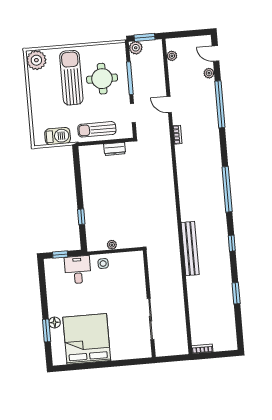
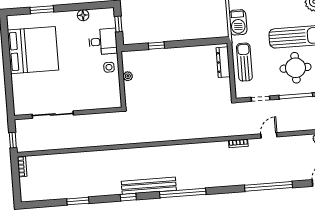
plant: (209, 73) -> (300, 176), removed
dresser: (115, 149) -> (223, 62), moved, width x1.44
bench: (190, 249) -> (149, 186), moved
floor lamp: (55, 322) -> (83, 15), moved
window: (176, 358) -> (13, 140), added

